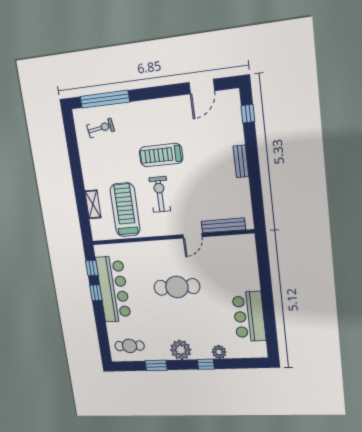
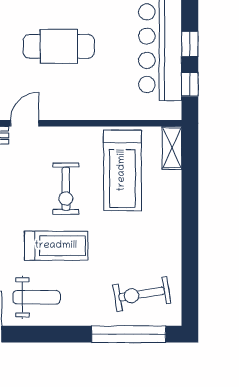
weight bench: (169, 118) -> (37, 297), added
exercise bike: (101, 128) -> (142, 294), width x1.38, depth x1.39
shelving: (93, 204) -> (172, 148), moved

